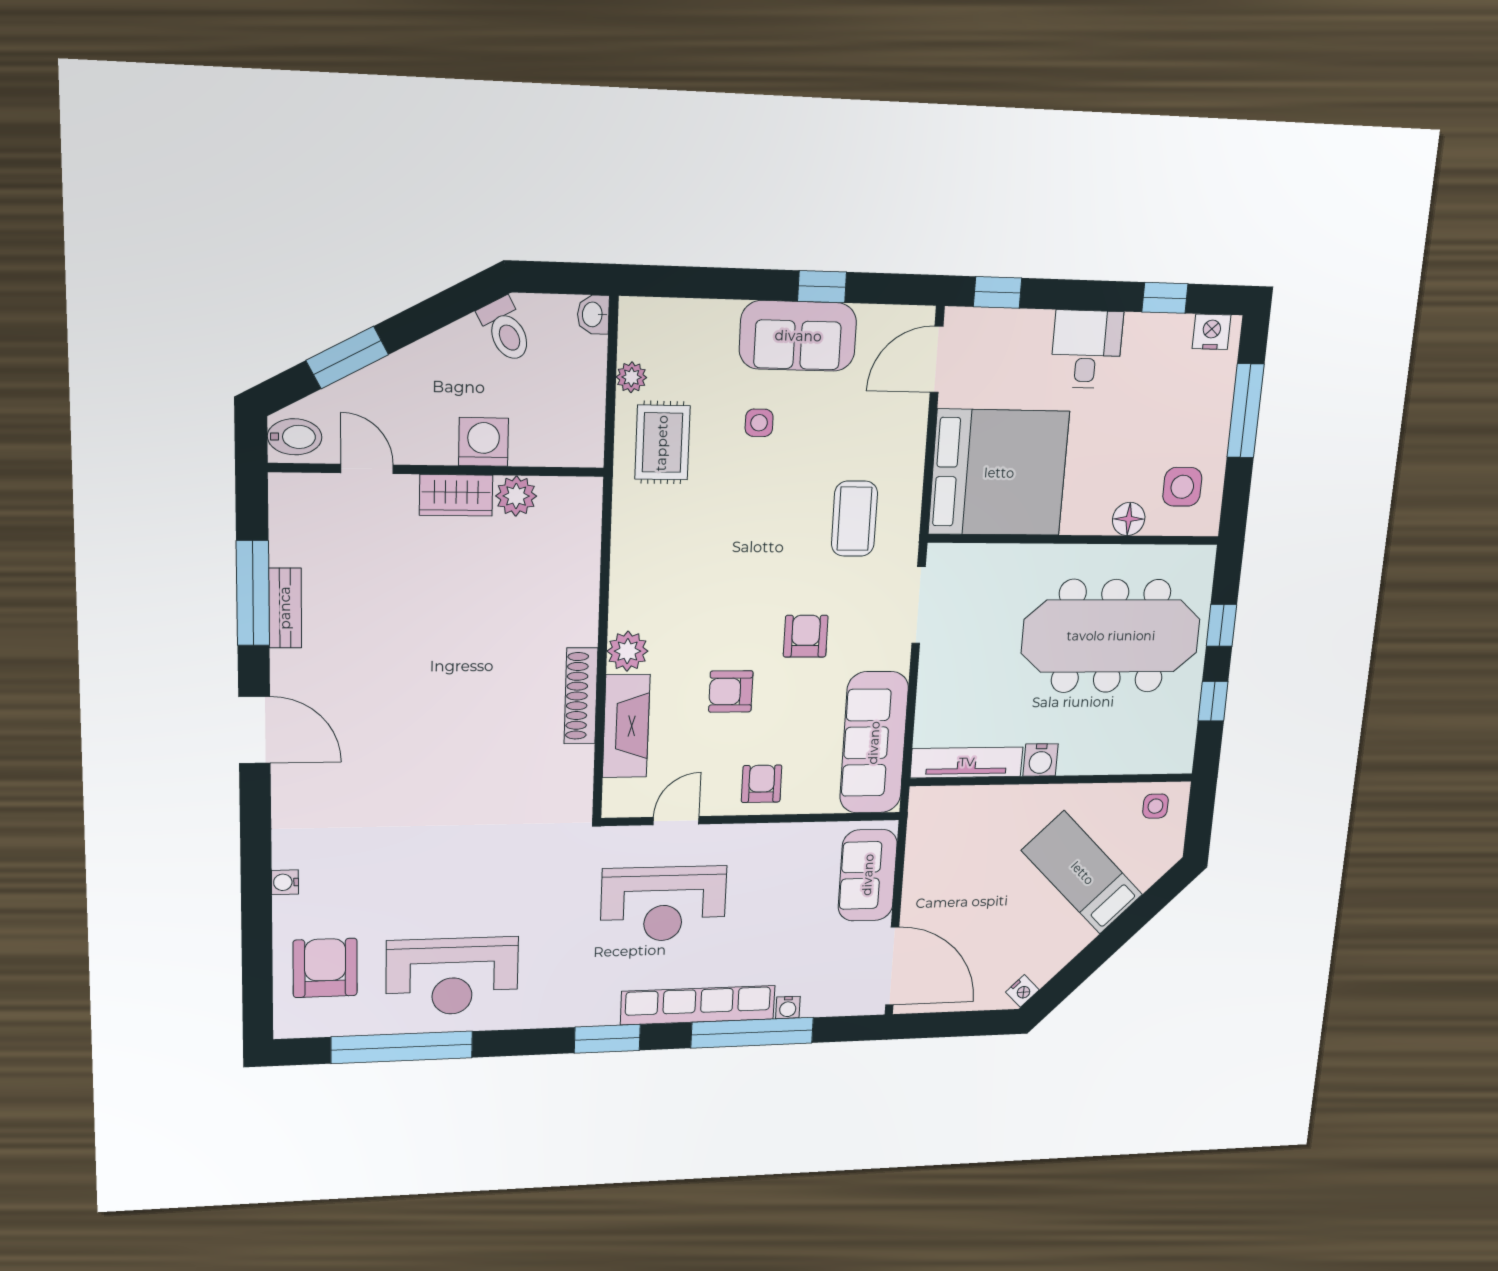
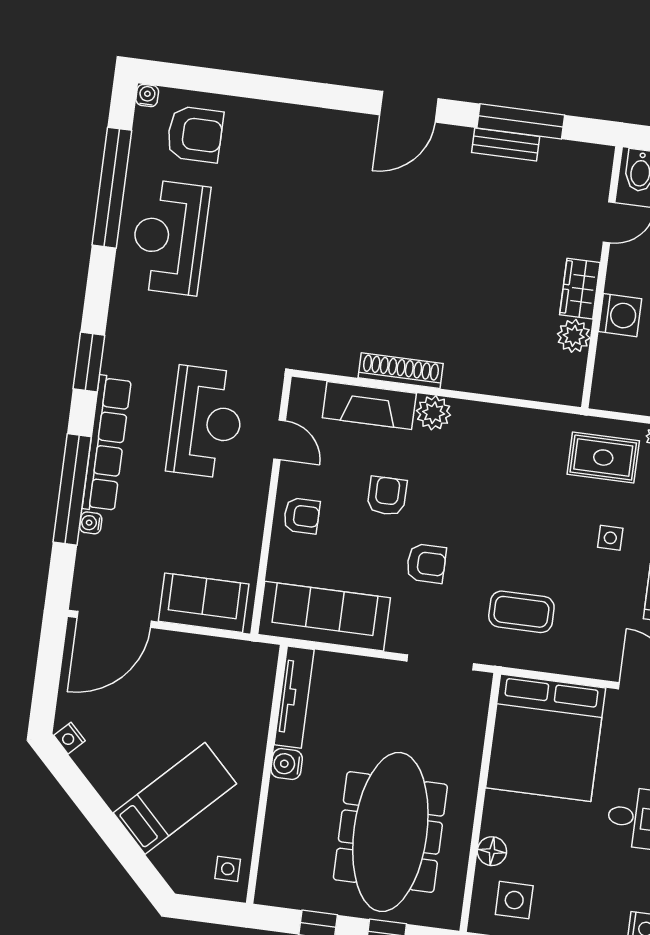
water cooler: (285, 882) -> (147, 95), moved
reception desk: (663, 904) -> (206, 422), turned 180

